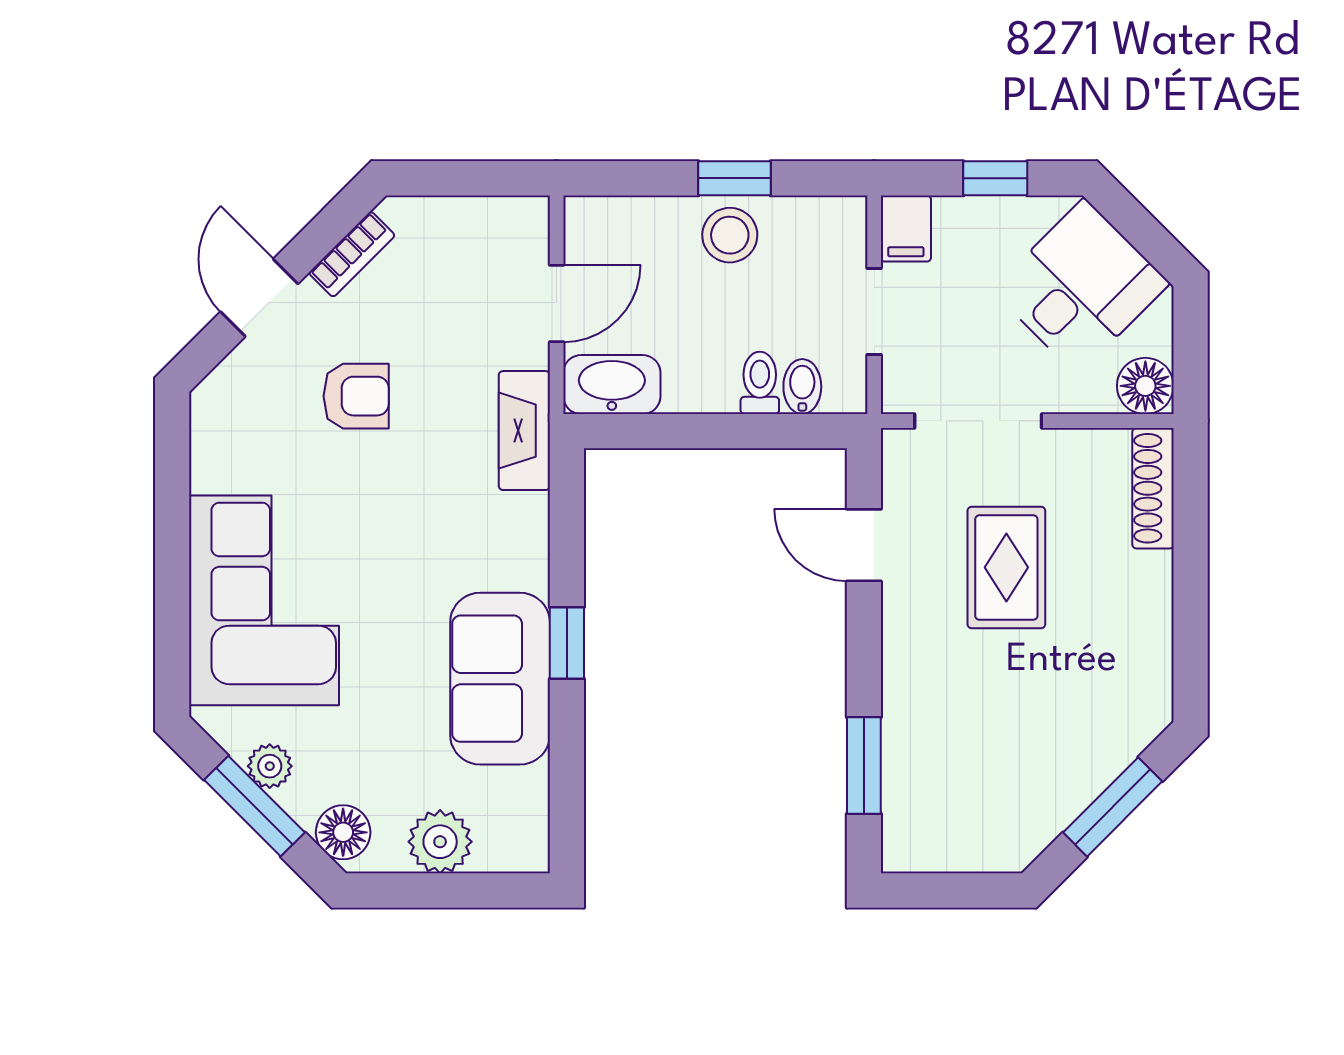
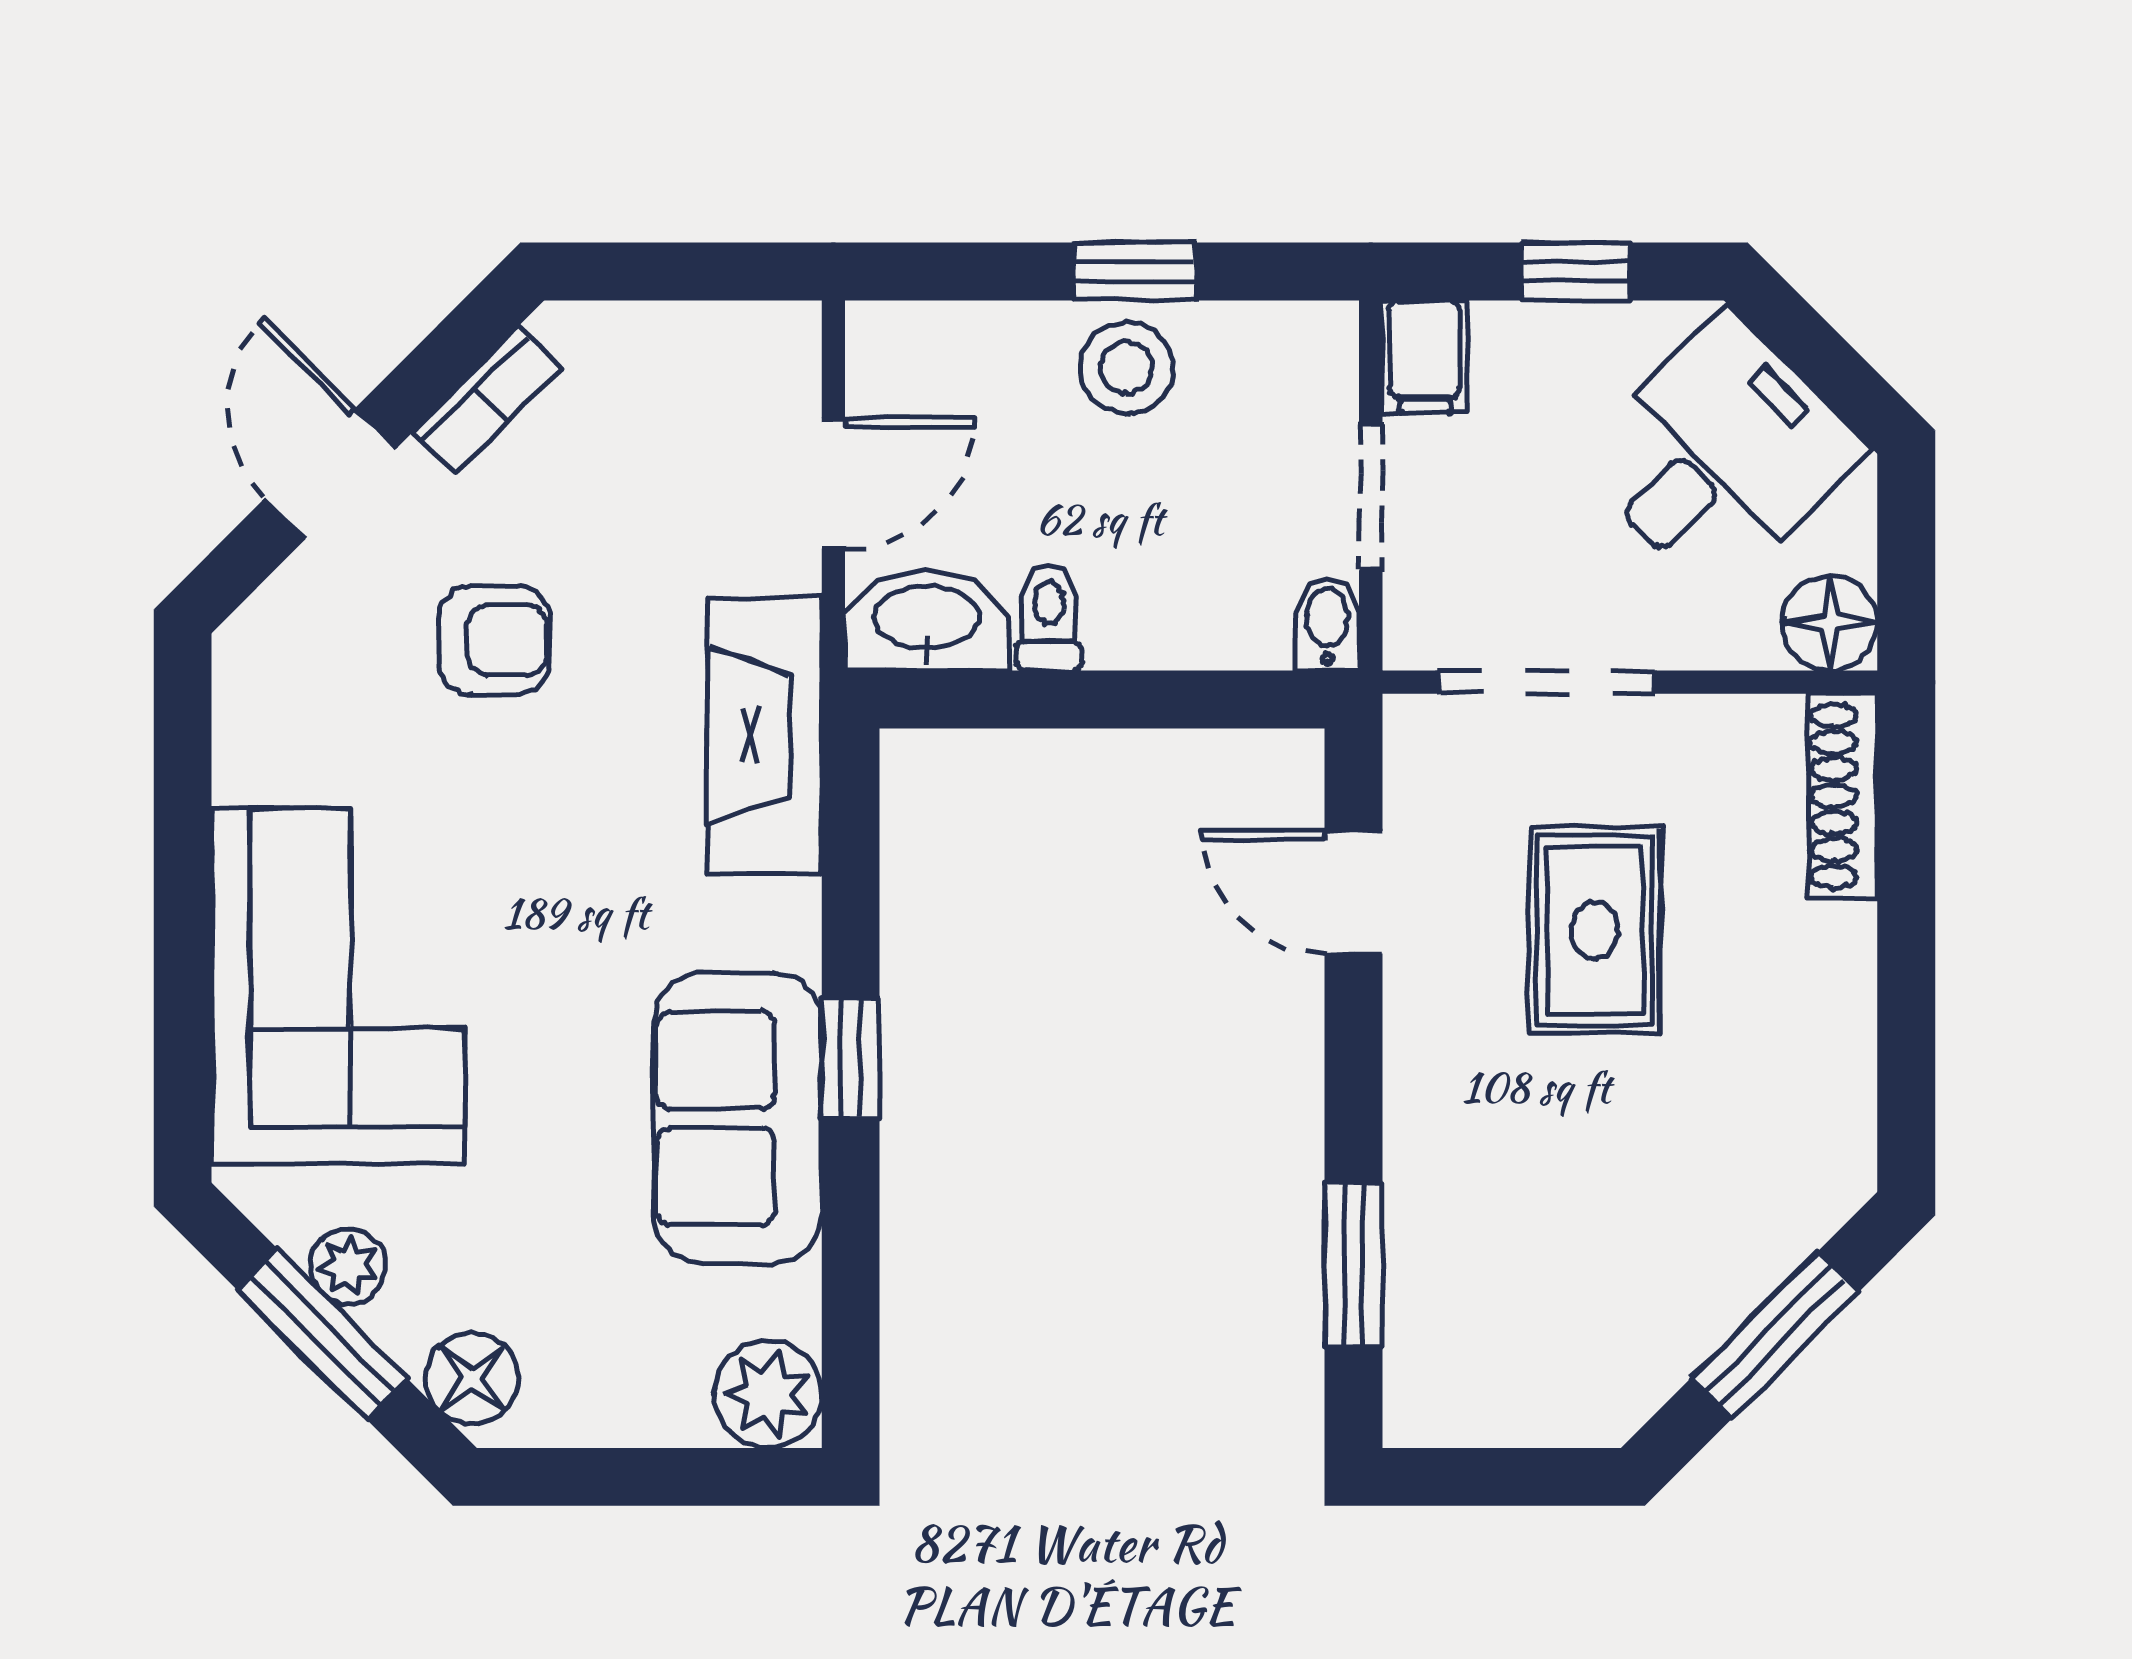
toilet: (760, 383) -> (1049, 618), moved
bidet: (802, 387) -> (1327, 624), moved
fireplace: (524, 431) -> (765, 736), width x1.37, depth x1.32
plant: (440, 842) -> (768, 1394), moved

